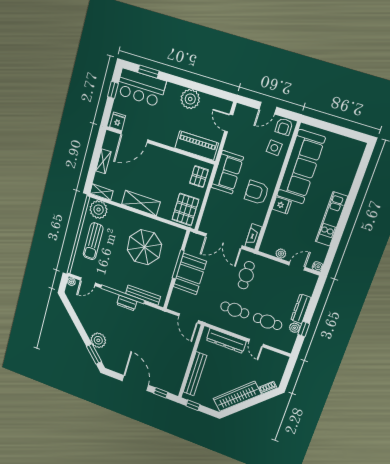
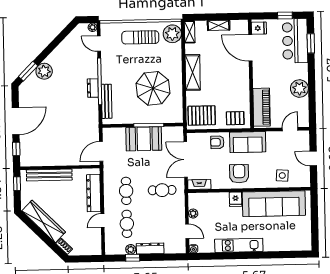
armchair: (284, 127) -> (217, 142), moved

